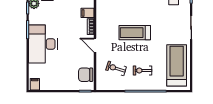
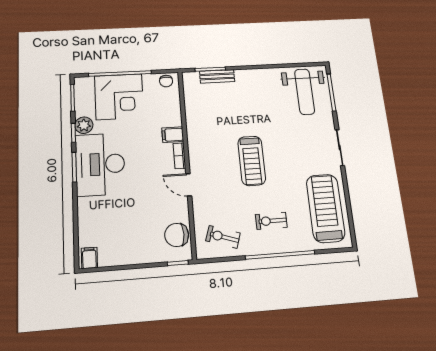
treadmill: (135, 33) -> (252, 161), turned -90
desk: (43, 44) -> (100, 164), moved
exercise bike: (116, 68) -> (223, 237), moved

